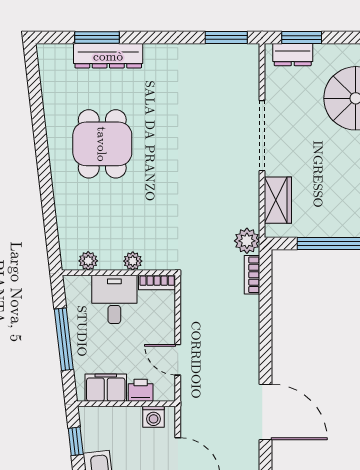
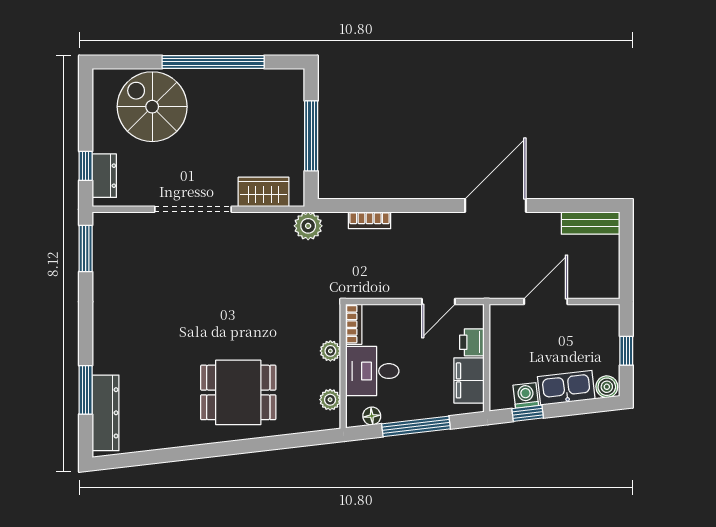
window: (302, 38) -> (86, 166), width x0.67
dresser: (108, 56) -> (105, 413), moved
dining table: (102, 144) -> (238, 392), moved
bookcase: (252, 275) -> (370, 220), moved
floor lamp: (73, 299) -> (372, 416), added
washing machine: (154, 417) -> (526, 395), moved, turned -97

